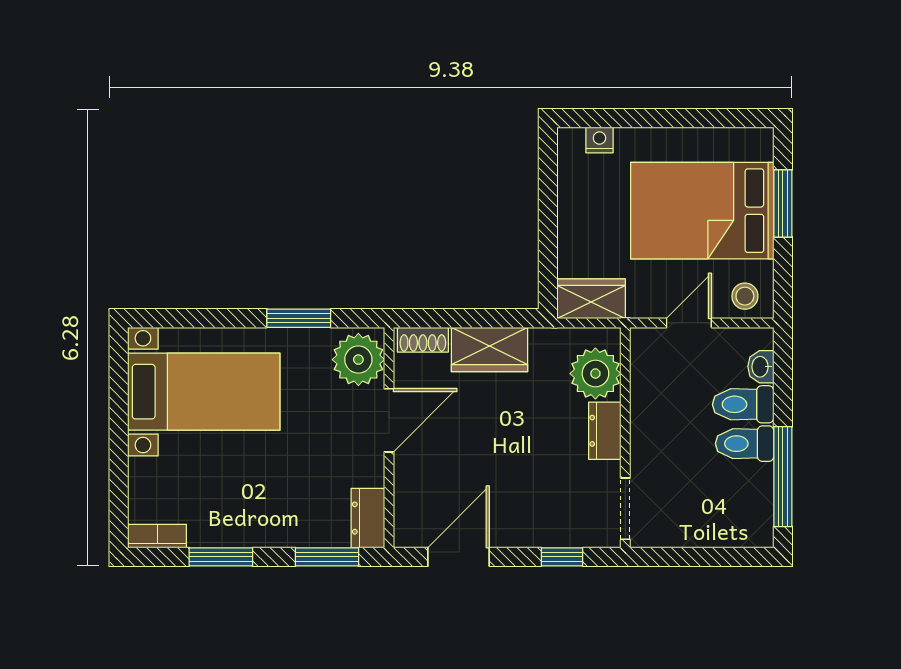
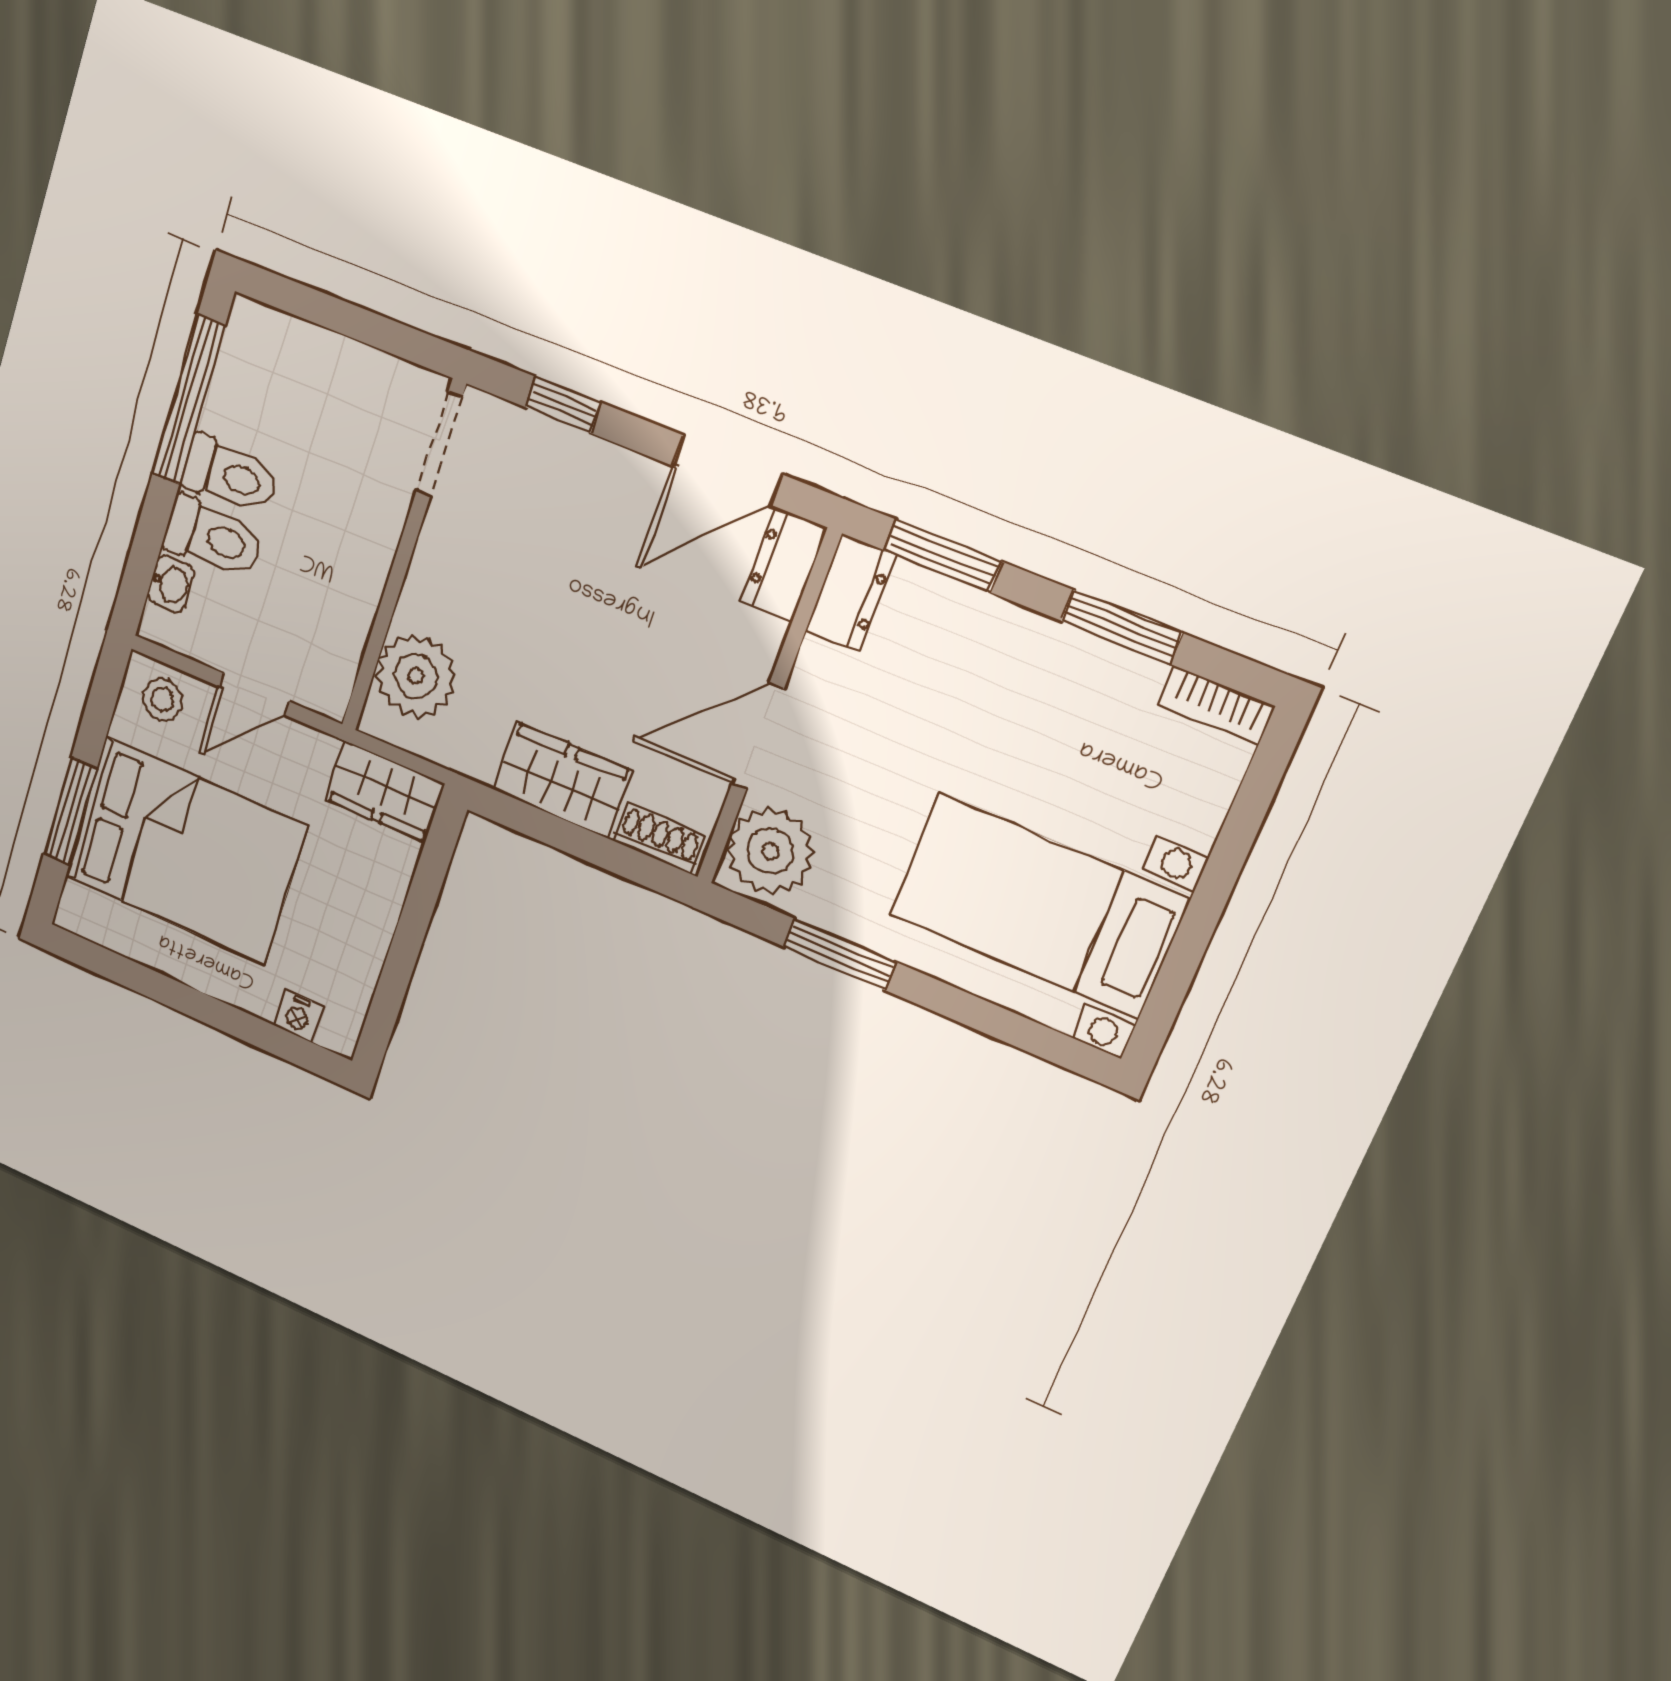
dresser: (605, 431) -> (784, 564), moved, turned 180

